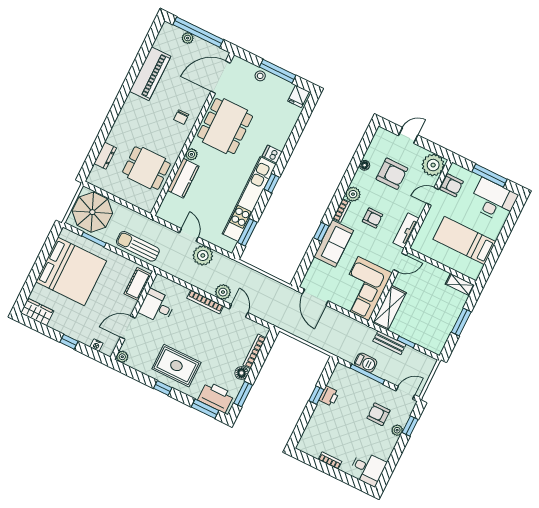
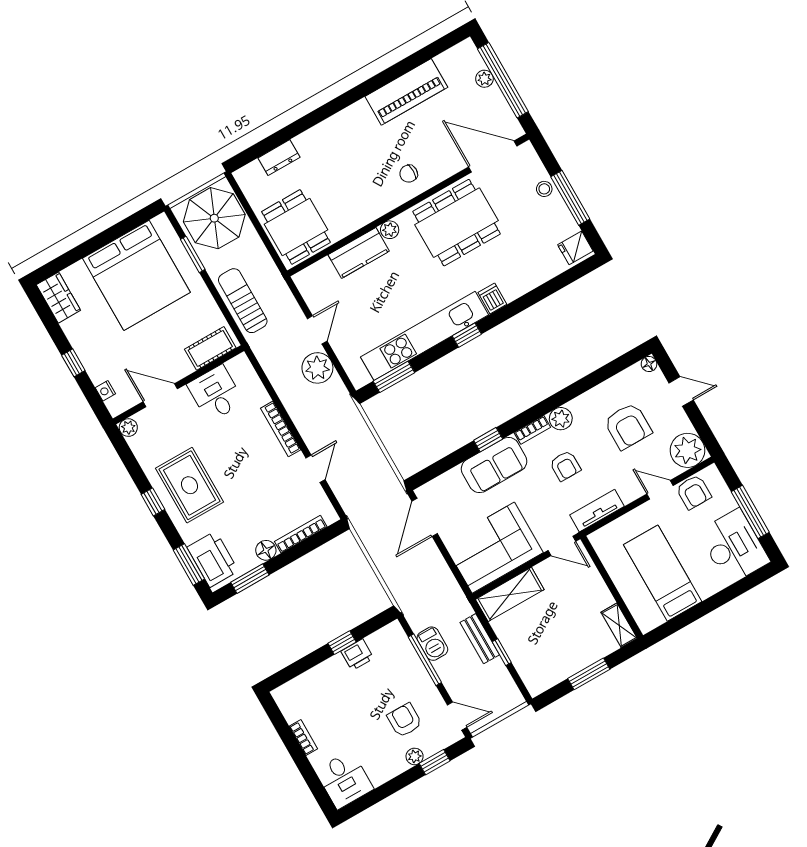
floor lamp: (365, 165) -> (649, 364), moved
dining table: (147, 168) -> (296, 227), moved
plant: (223, 292) -> (312, 432), removed

